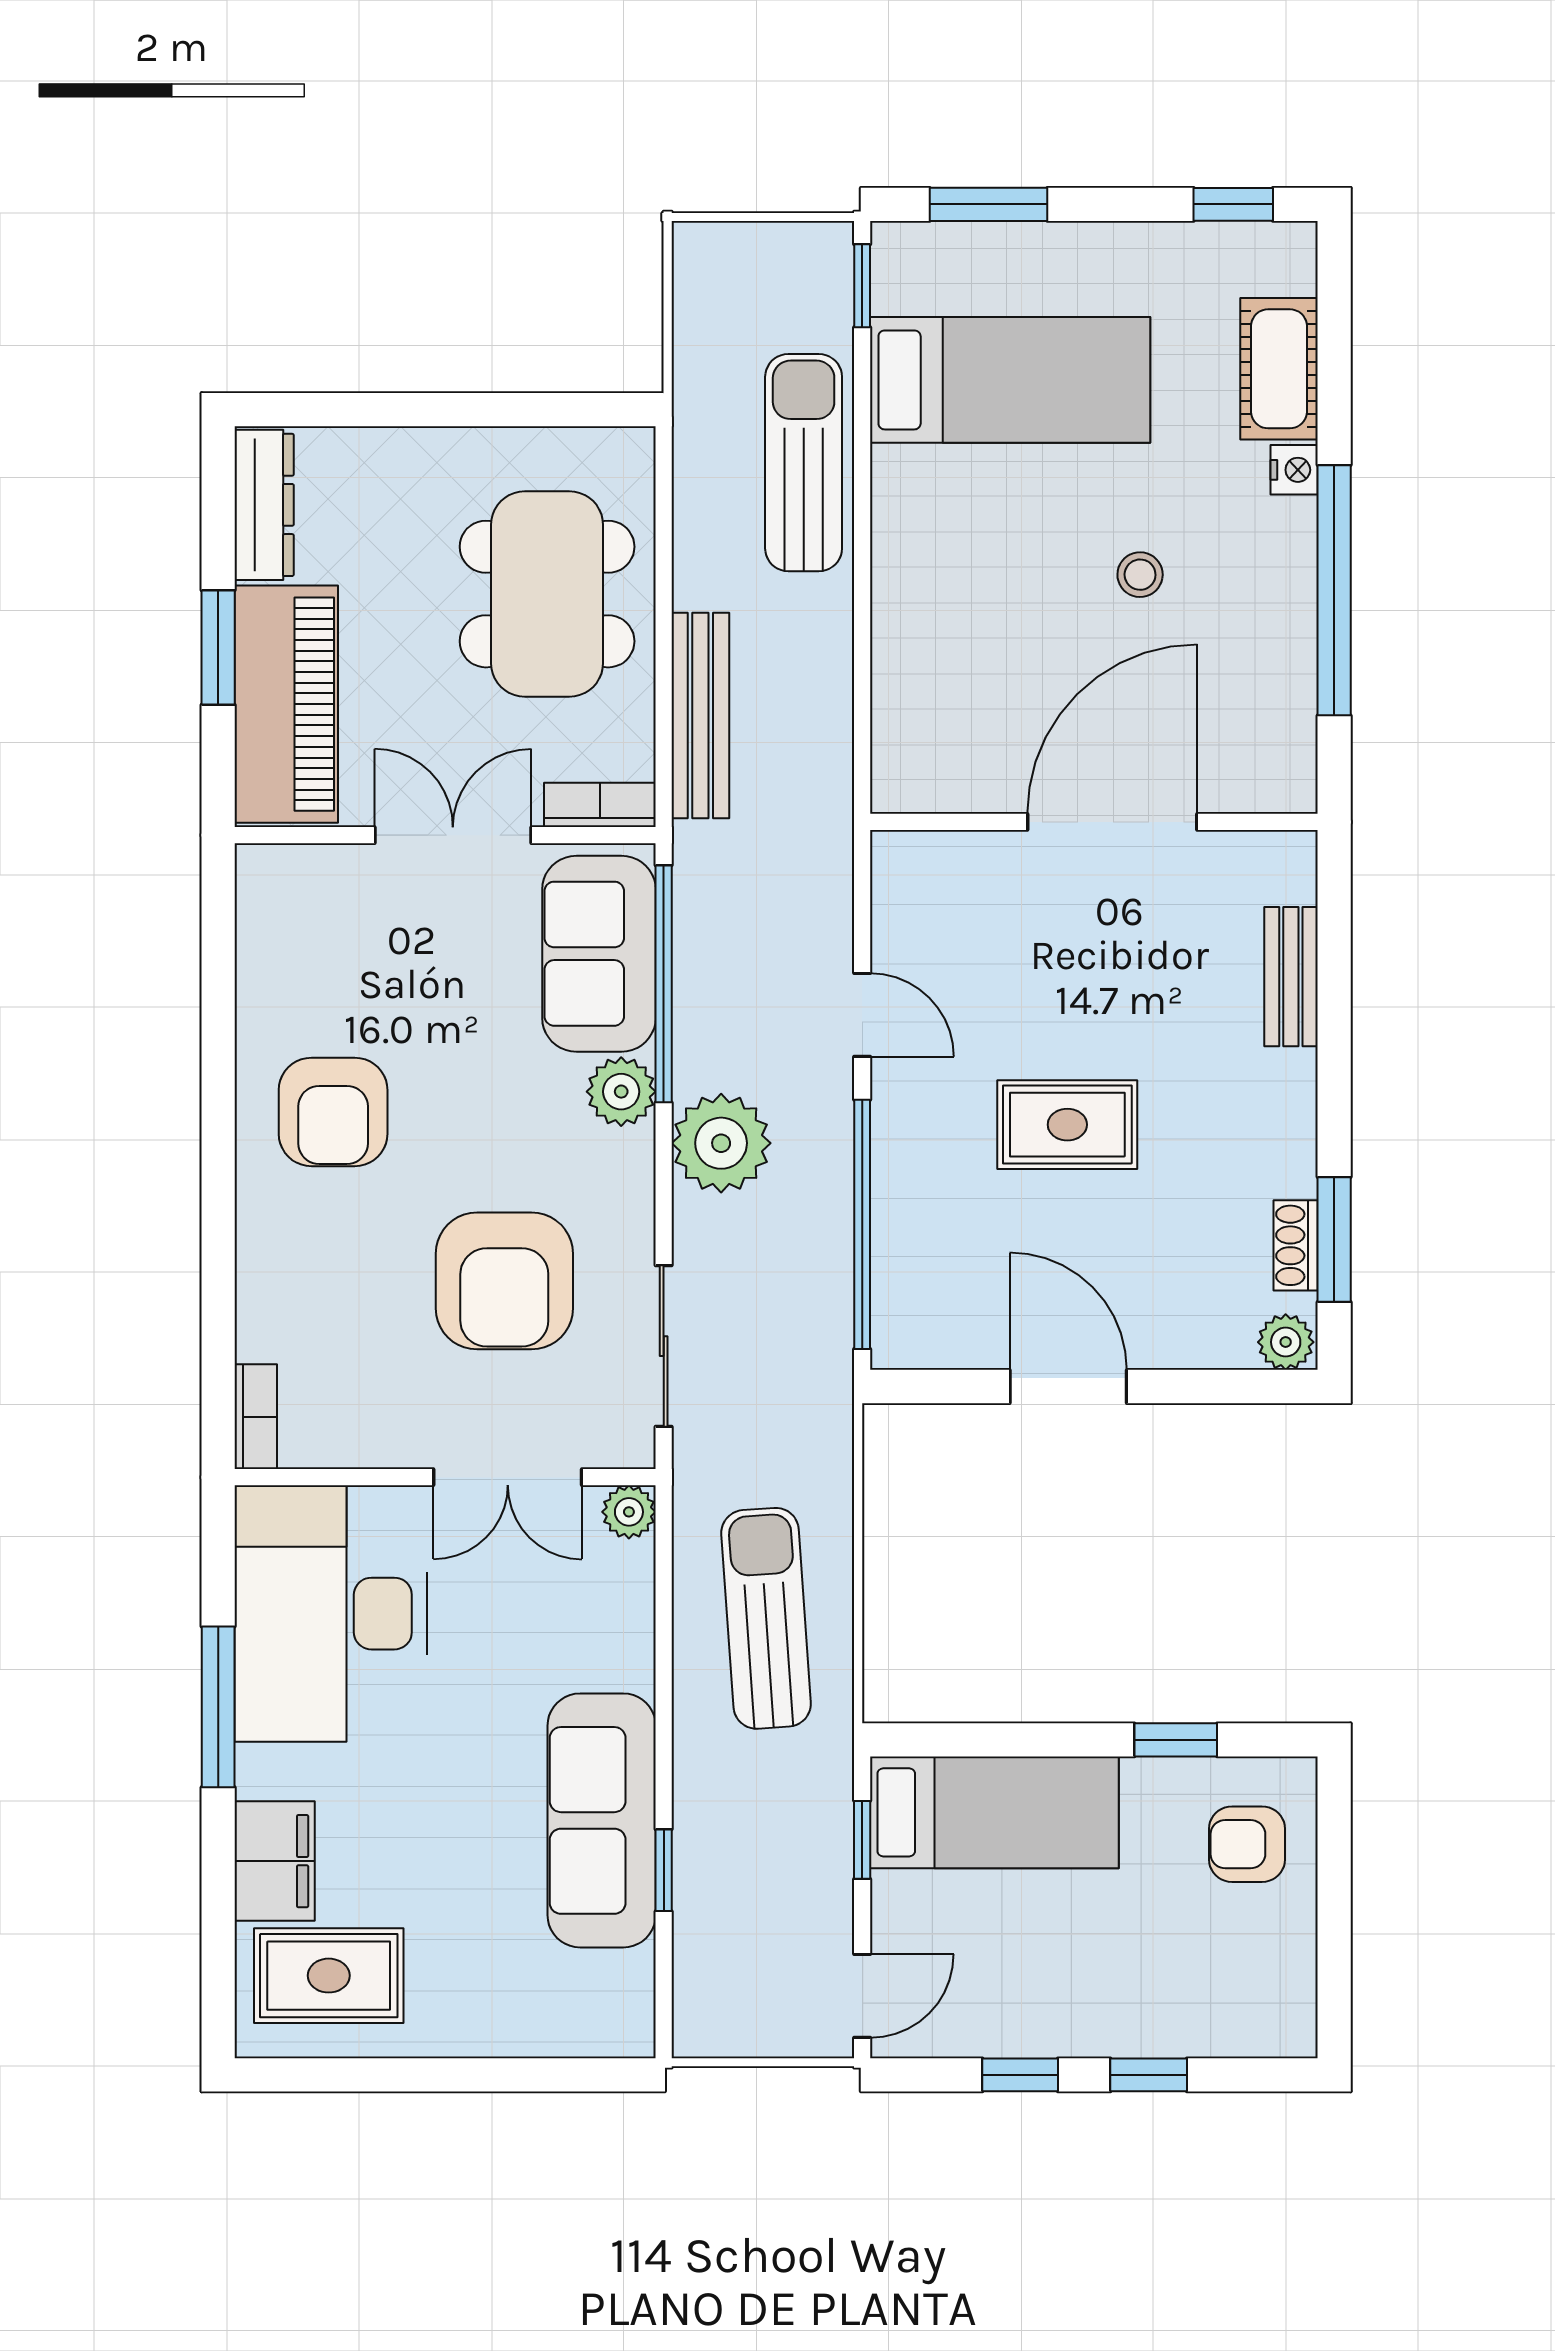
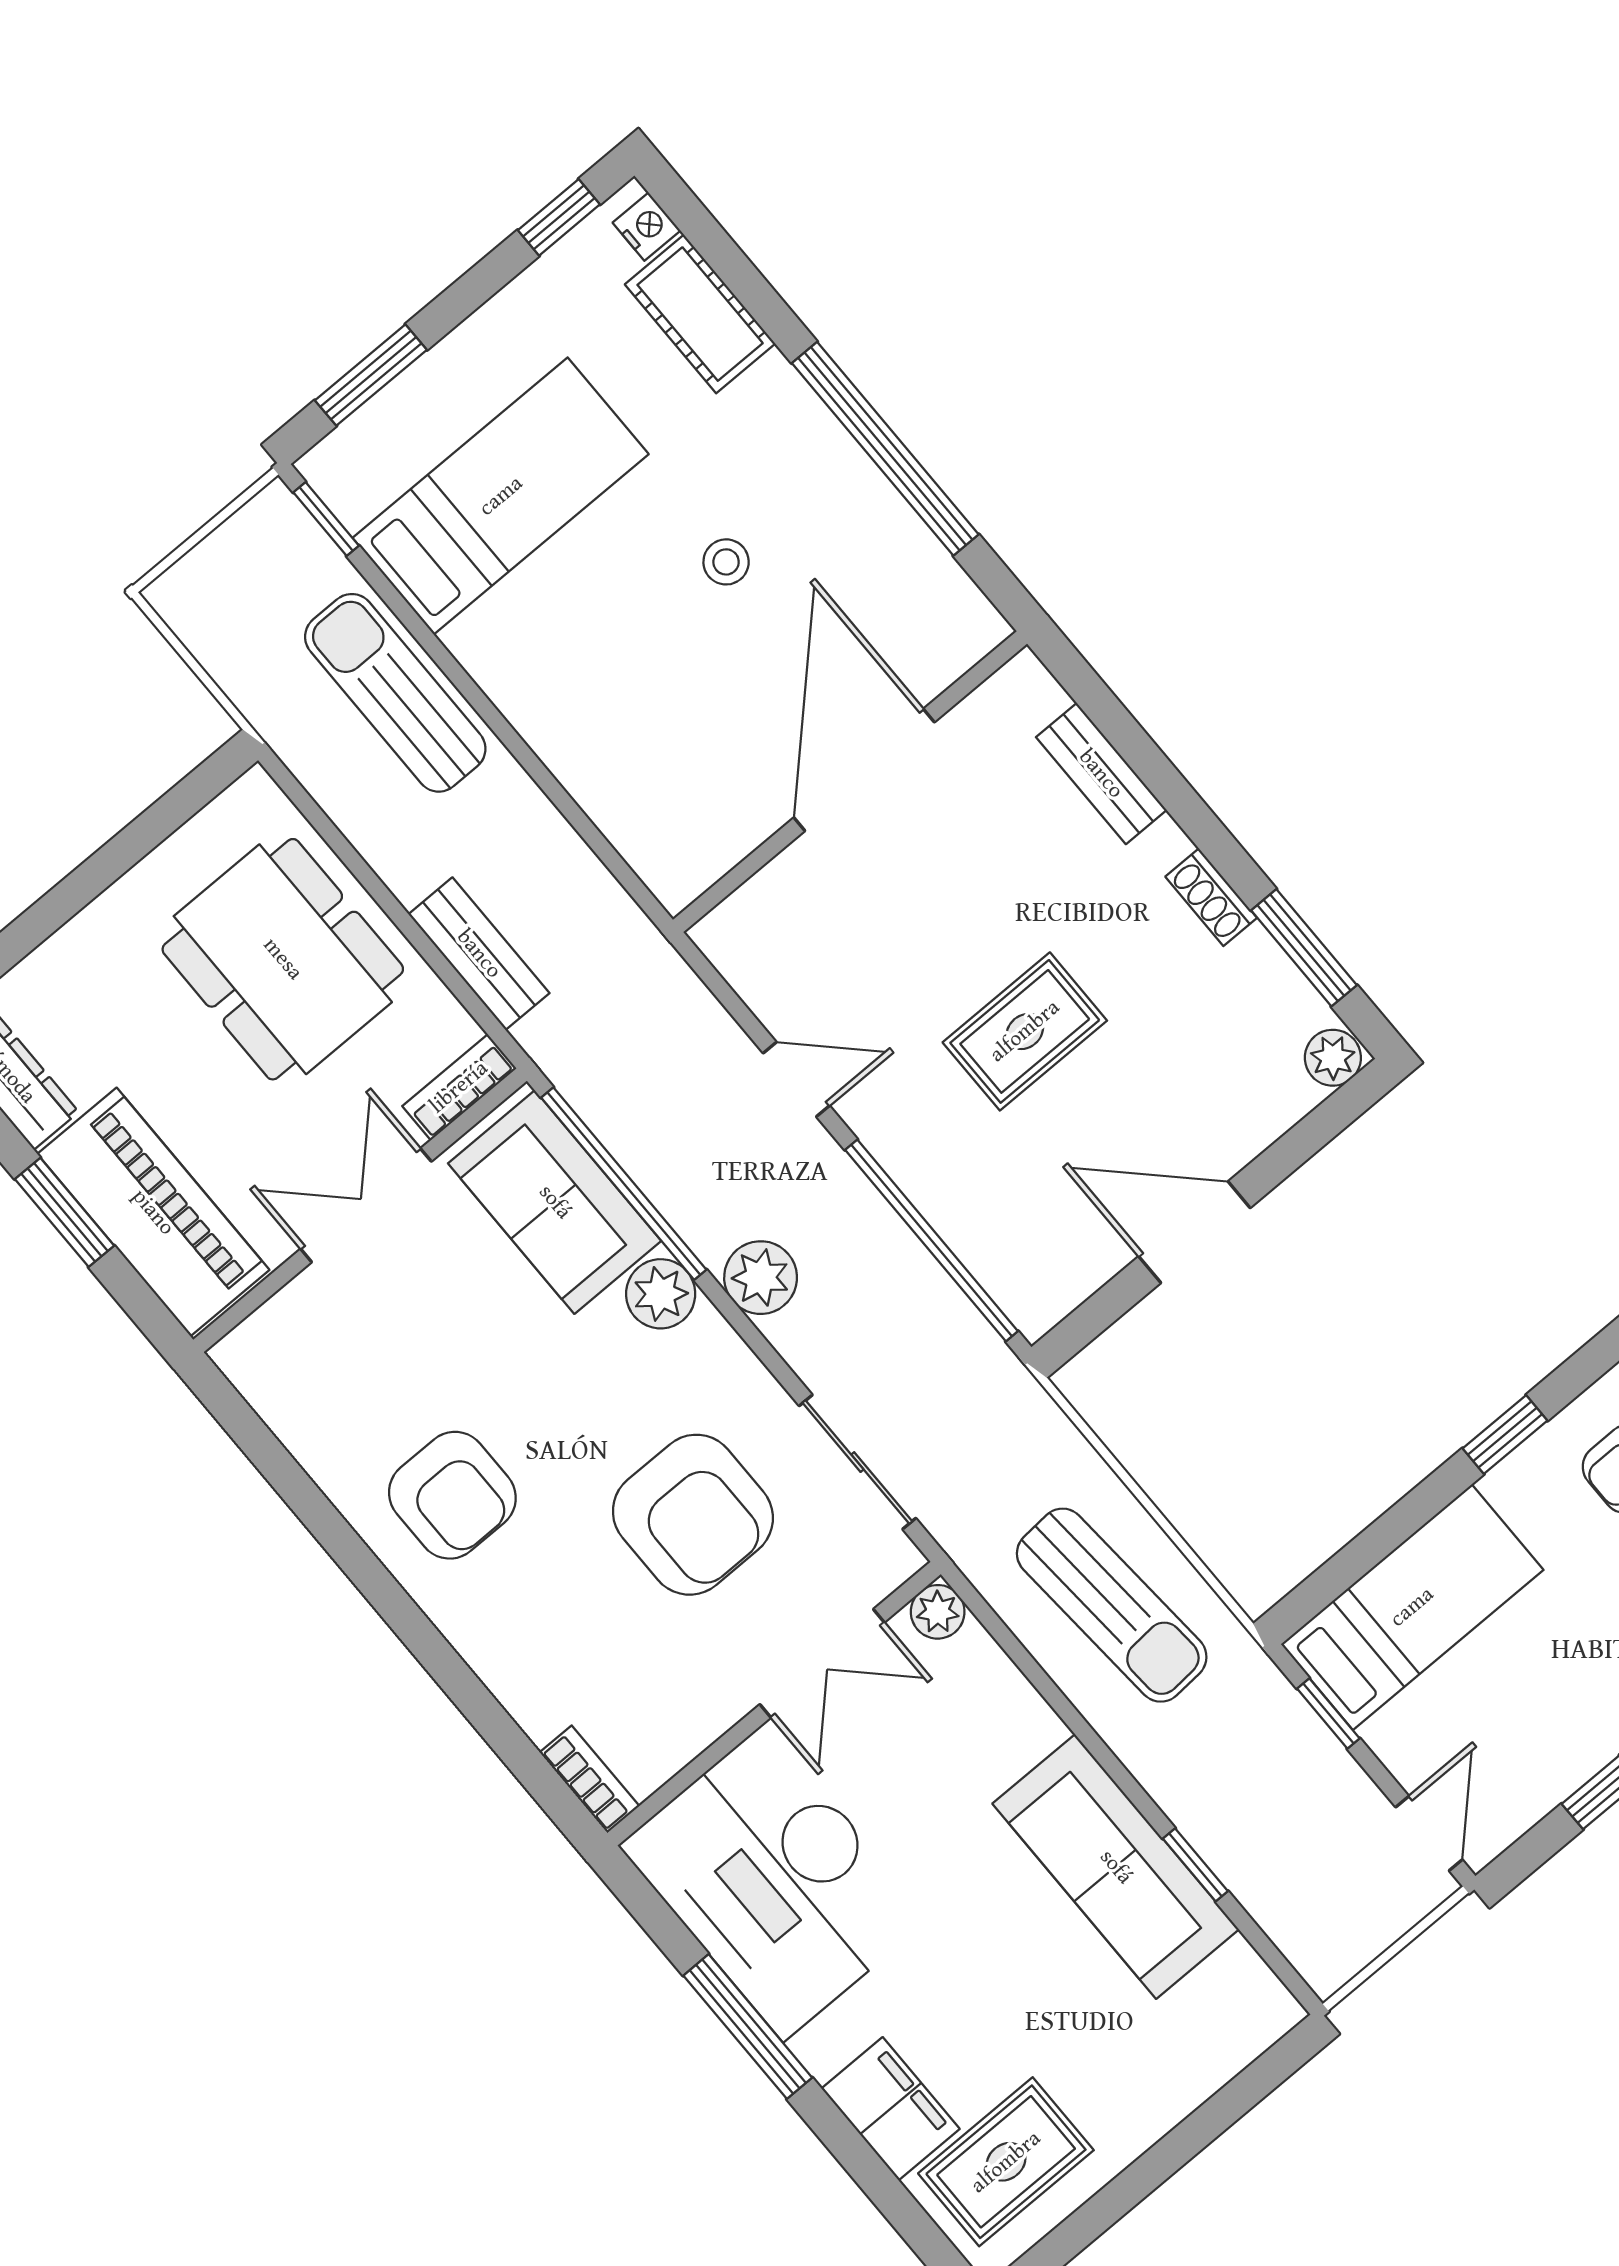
nightstand: (1294, 470) -> (646, 227), moved
bench: (700, 715) -> (479, 954), width x0.73
plant: (721, 1143) -> (761, 1278), width x0.73, depth x0.73
shoe rack: (1296, 1245) -> (1211, 897), moved
sun lounger: (766, 1618) -> (1112, 1605), turned 180

